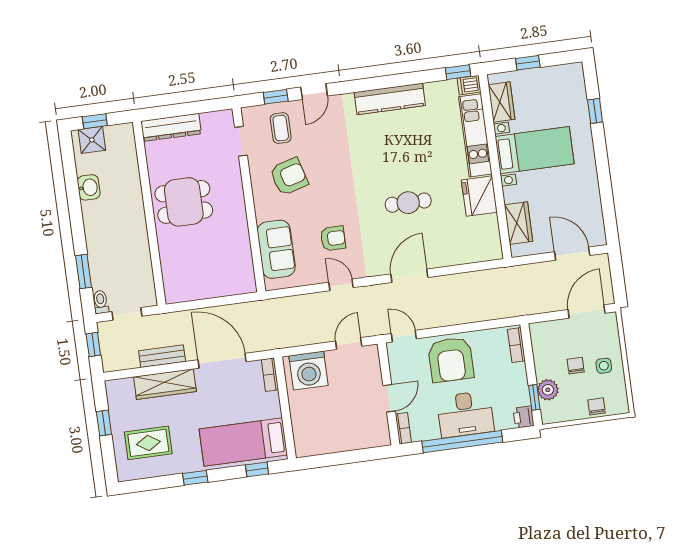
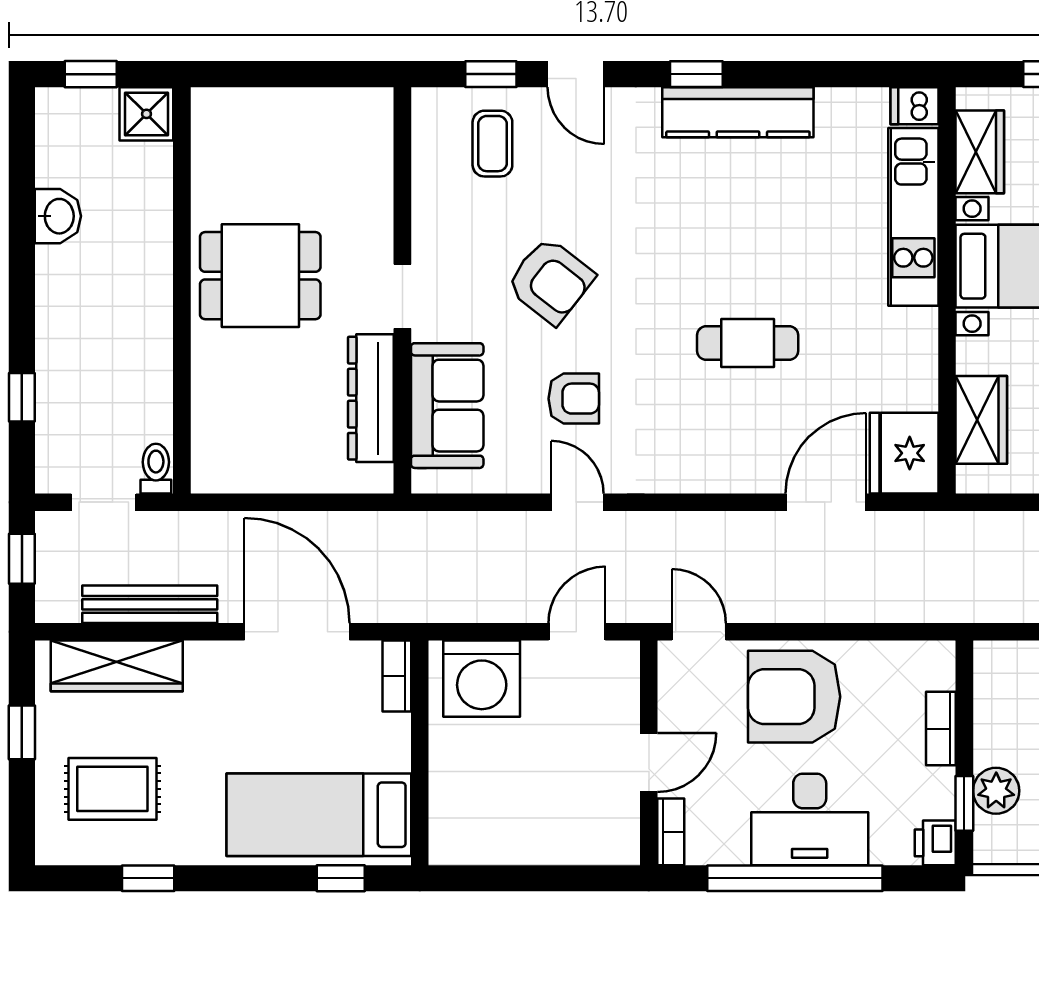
window: (458, 72) -> (696, 74), moved
door: (314, 92) -> (576, 74), hinge flipped
dresser: (171, 127) -> (371, 398), moved, turned 90
shower: (92, 140) -> (146, 114), moved
doorway: (241, 141) -> (402, 296), moved
armchair: (289, 177) -> (550, 281), moved, turned 54
fridge: (479, 196) -> (904, 453), moved
window: (83, 271) -> (22, 397), width x0.67
door: (409, 276) -> (826, 502), moved
toilet: (101, 302) -> (156, 469), moved
bookcase: (516, 345) -> (941, 729), moved
bench: (162, 356) -> (150, 604), width x1.36
armchair: (451, 360) -> (794, 697), turned 90
wardrobe: (165, 384) -> (117, 666), moved
window: (195, 478) -> (148, 878), moved

